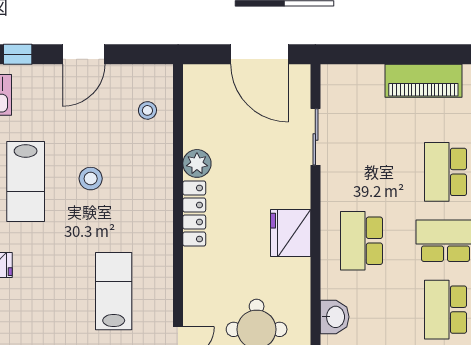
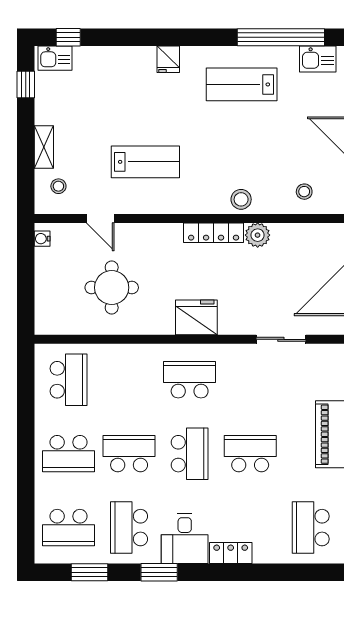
stool: (91, 179) -> (241, 199), moved
washbasin: (335, 317) -> (123, 356), removed

